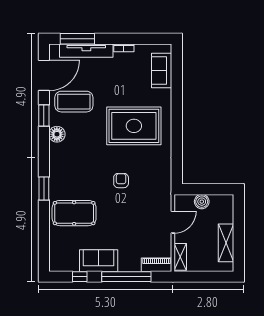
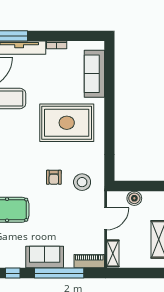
sofa: (162, 71) -> (94, 74), width x1.36
armchair: (121, 181) -> (54, 177), turned 180
stool: (149, 185) -> (82, 182), added
sofa: (99, 261) -> (45, 257), moved

